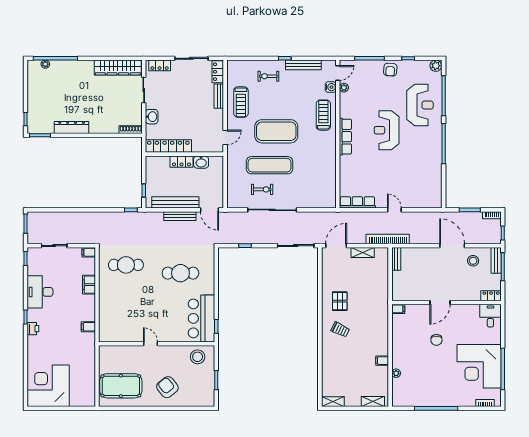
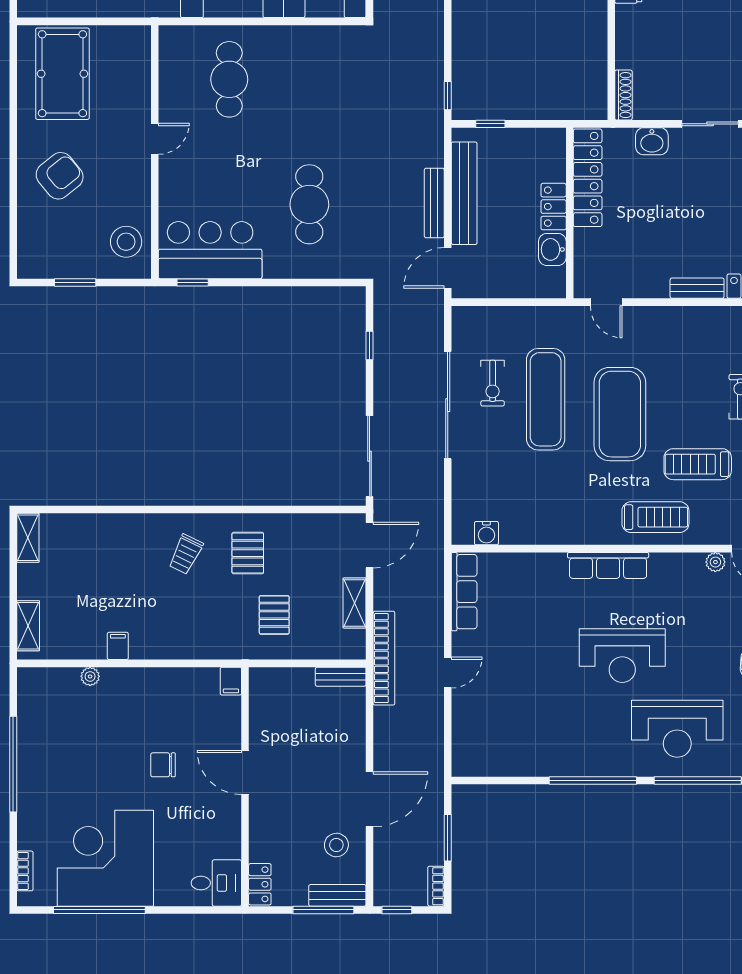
water cooler: (331, 87) -> (486, 533), moved
treadmill: (241, 102) -> (698, 464), moved
reception desk: (387, 130) -> (622, 656), turned 180
door: (336, 246) -> (370, 545), hinge flipped
cafe table: (126, 265) -> (229, 79), moved
pallet: (368, 289) -> (274, 615), added
pallet: (340, 301) -> (248, 553), turned 90

